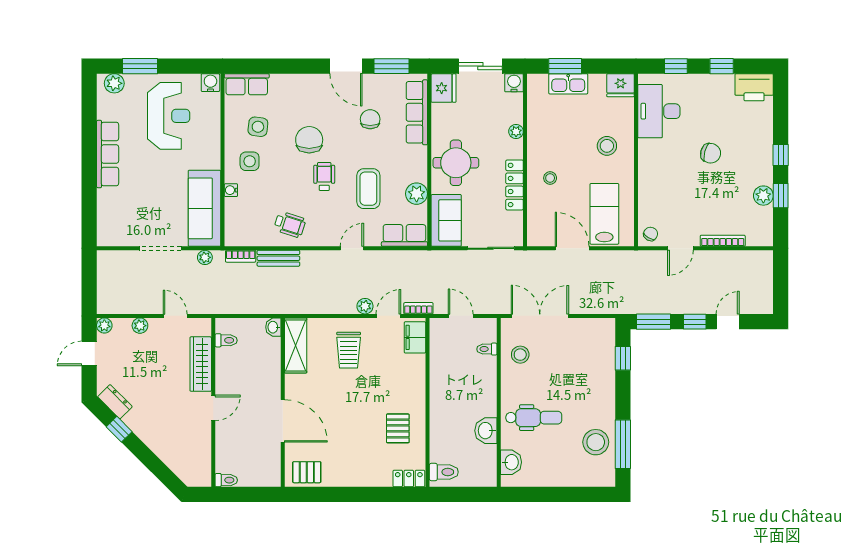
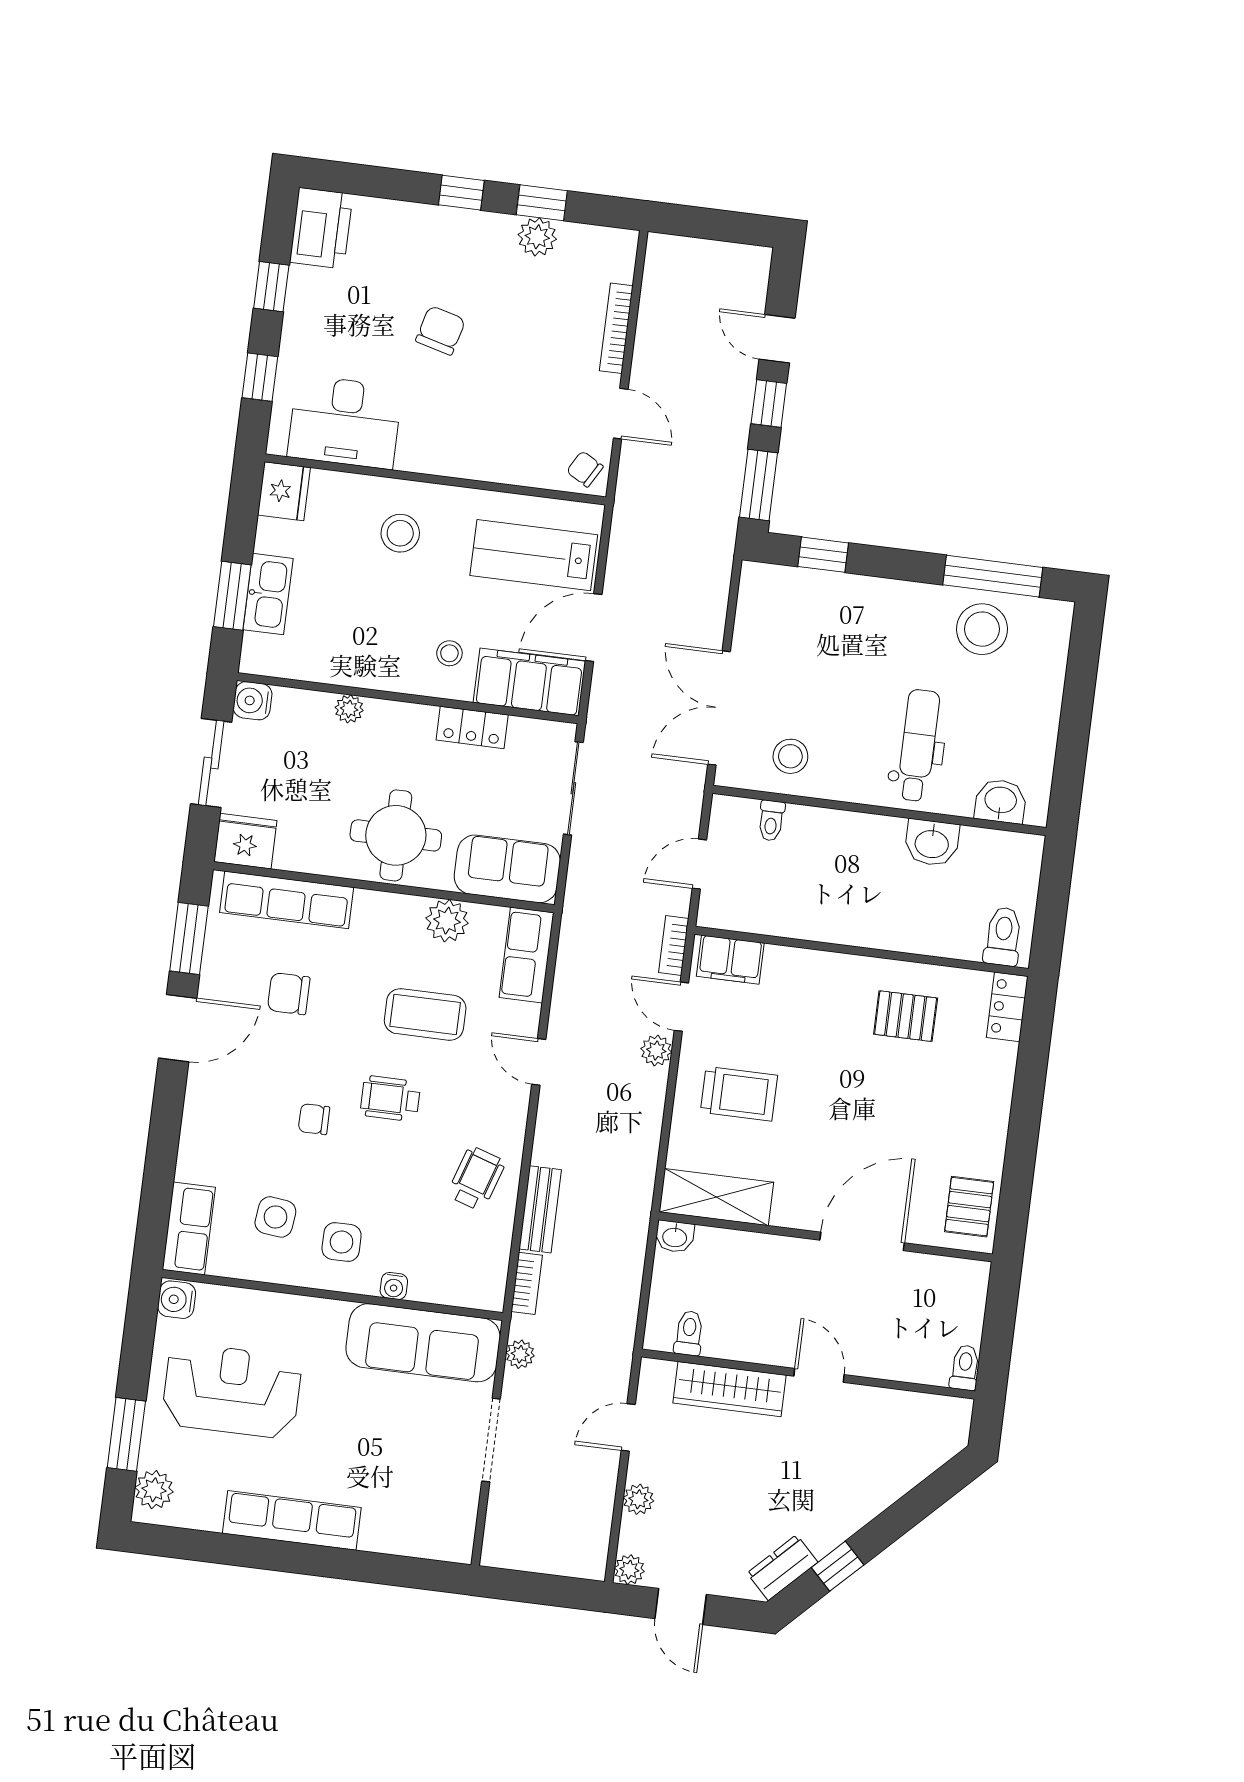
chair: (309, 140) -> (314, 1119), width x0.54, depth x0.54
locker: (515, 185) -> (472, 727), width x0.66
filing cabinet: (541, 220) -> (529, 682), added

